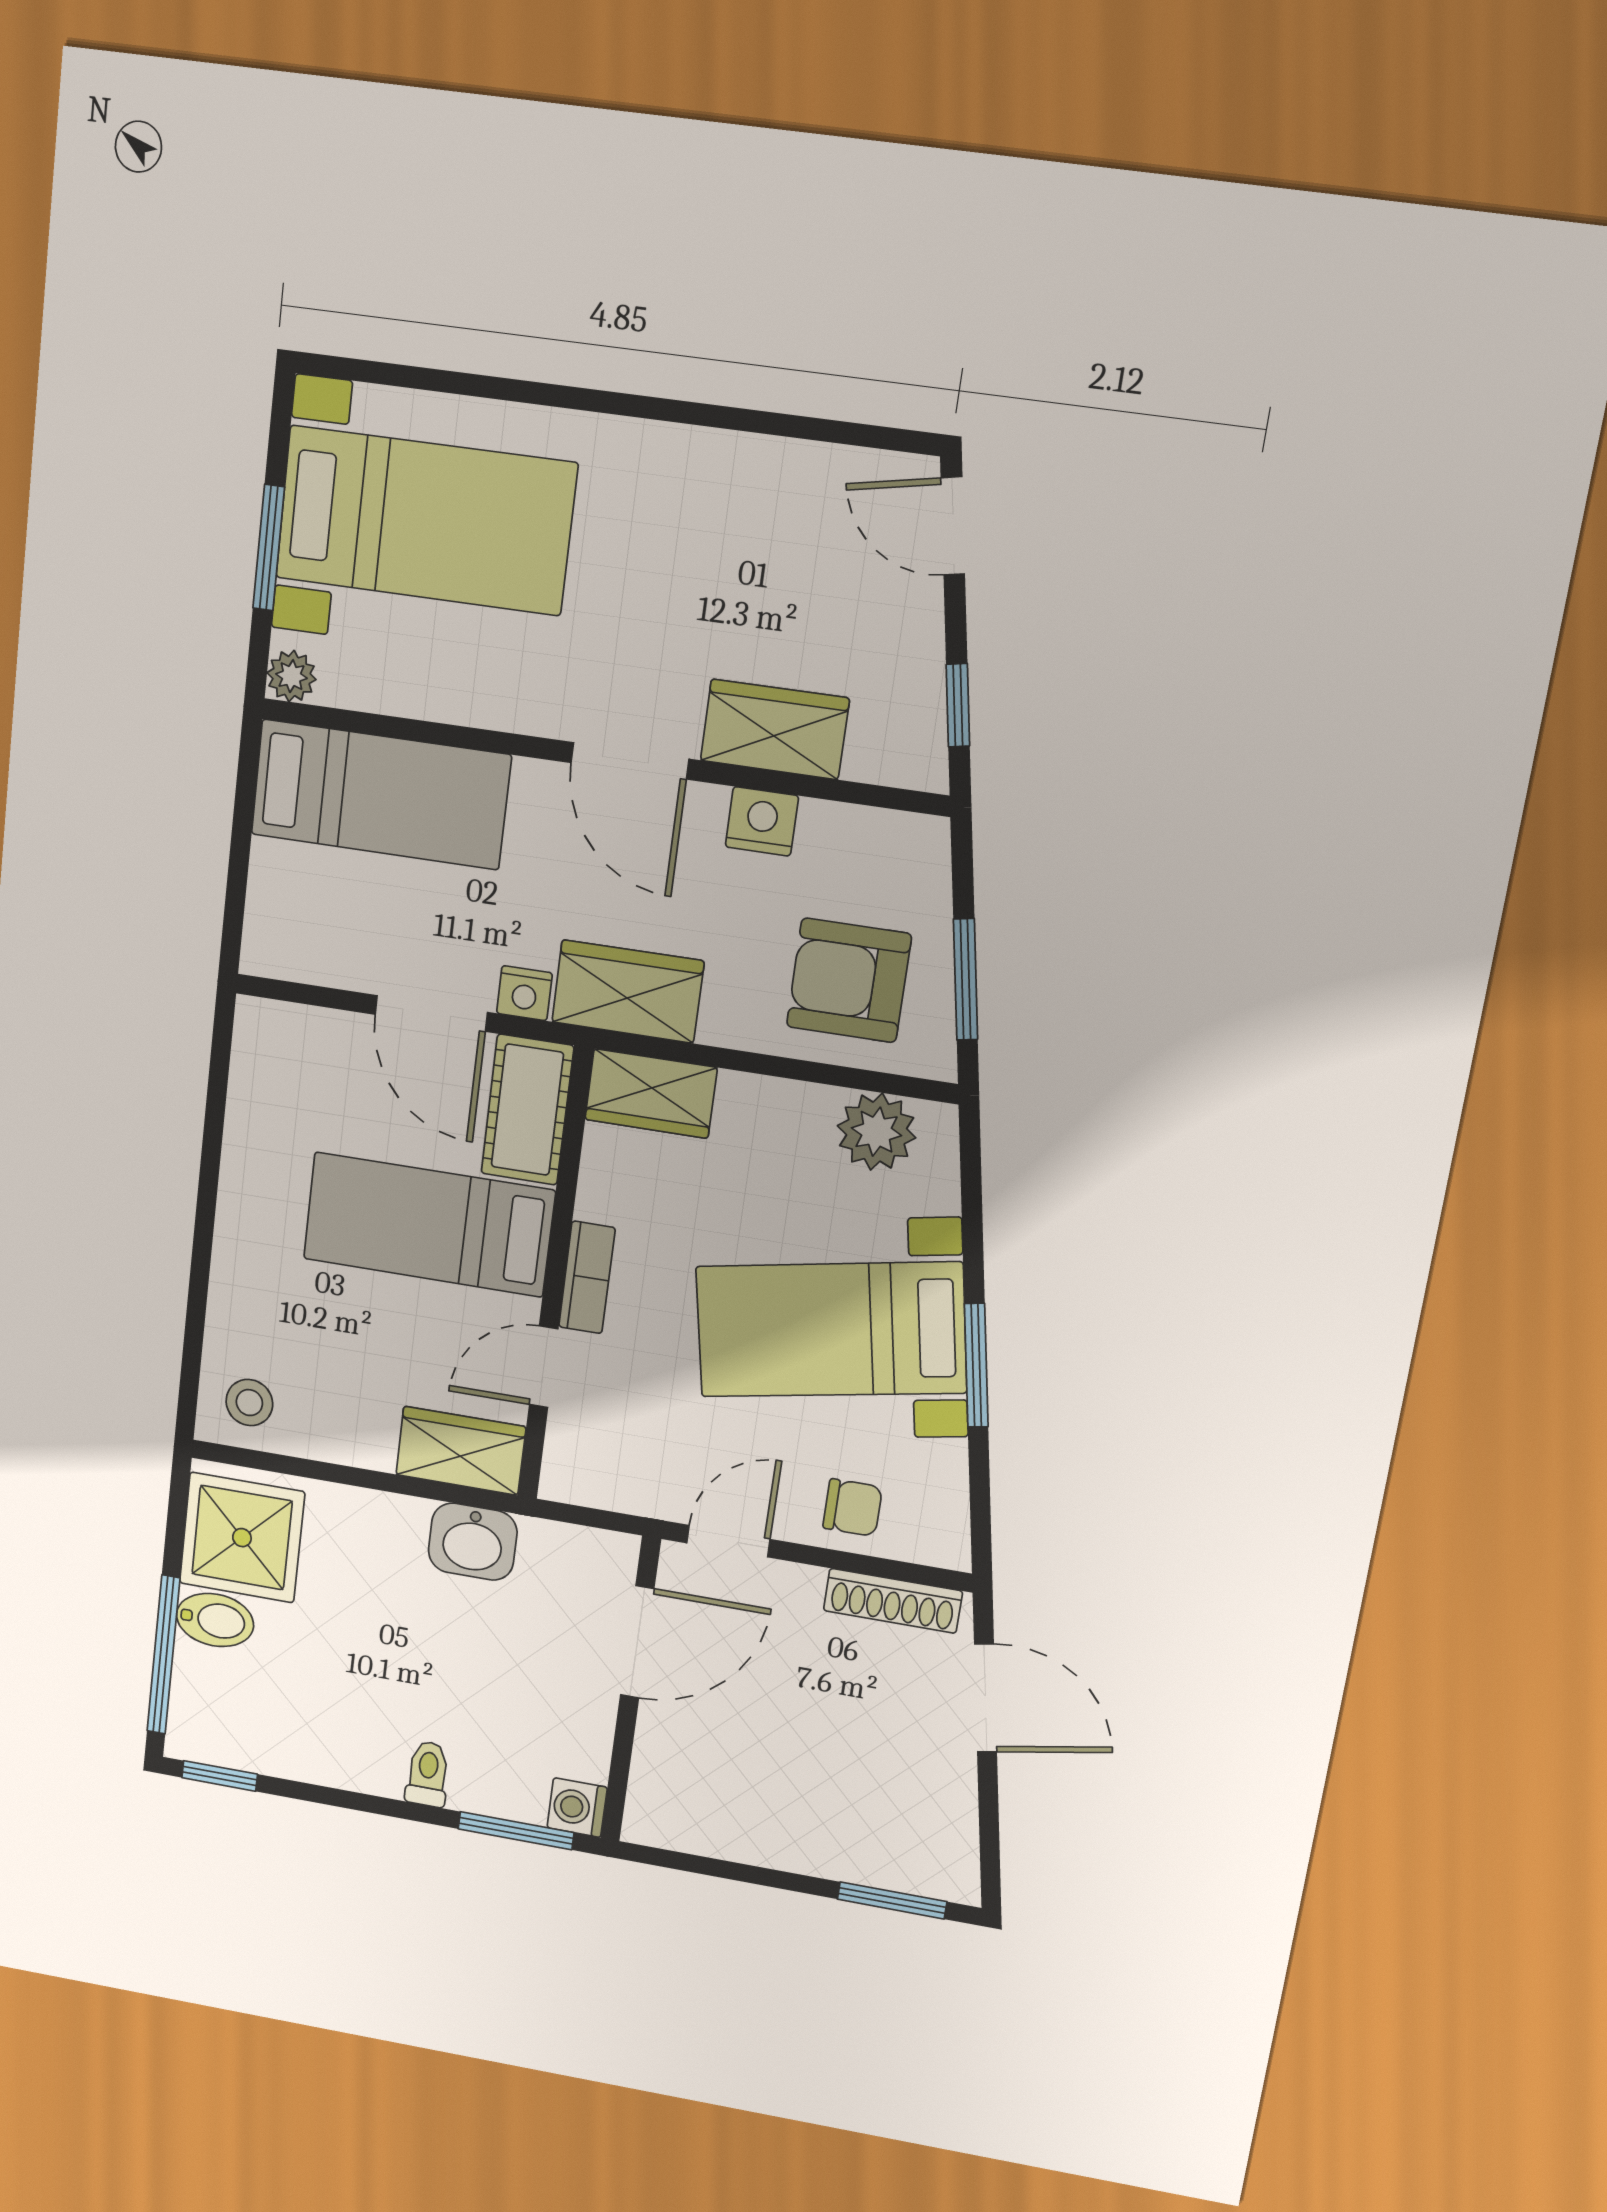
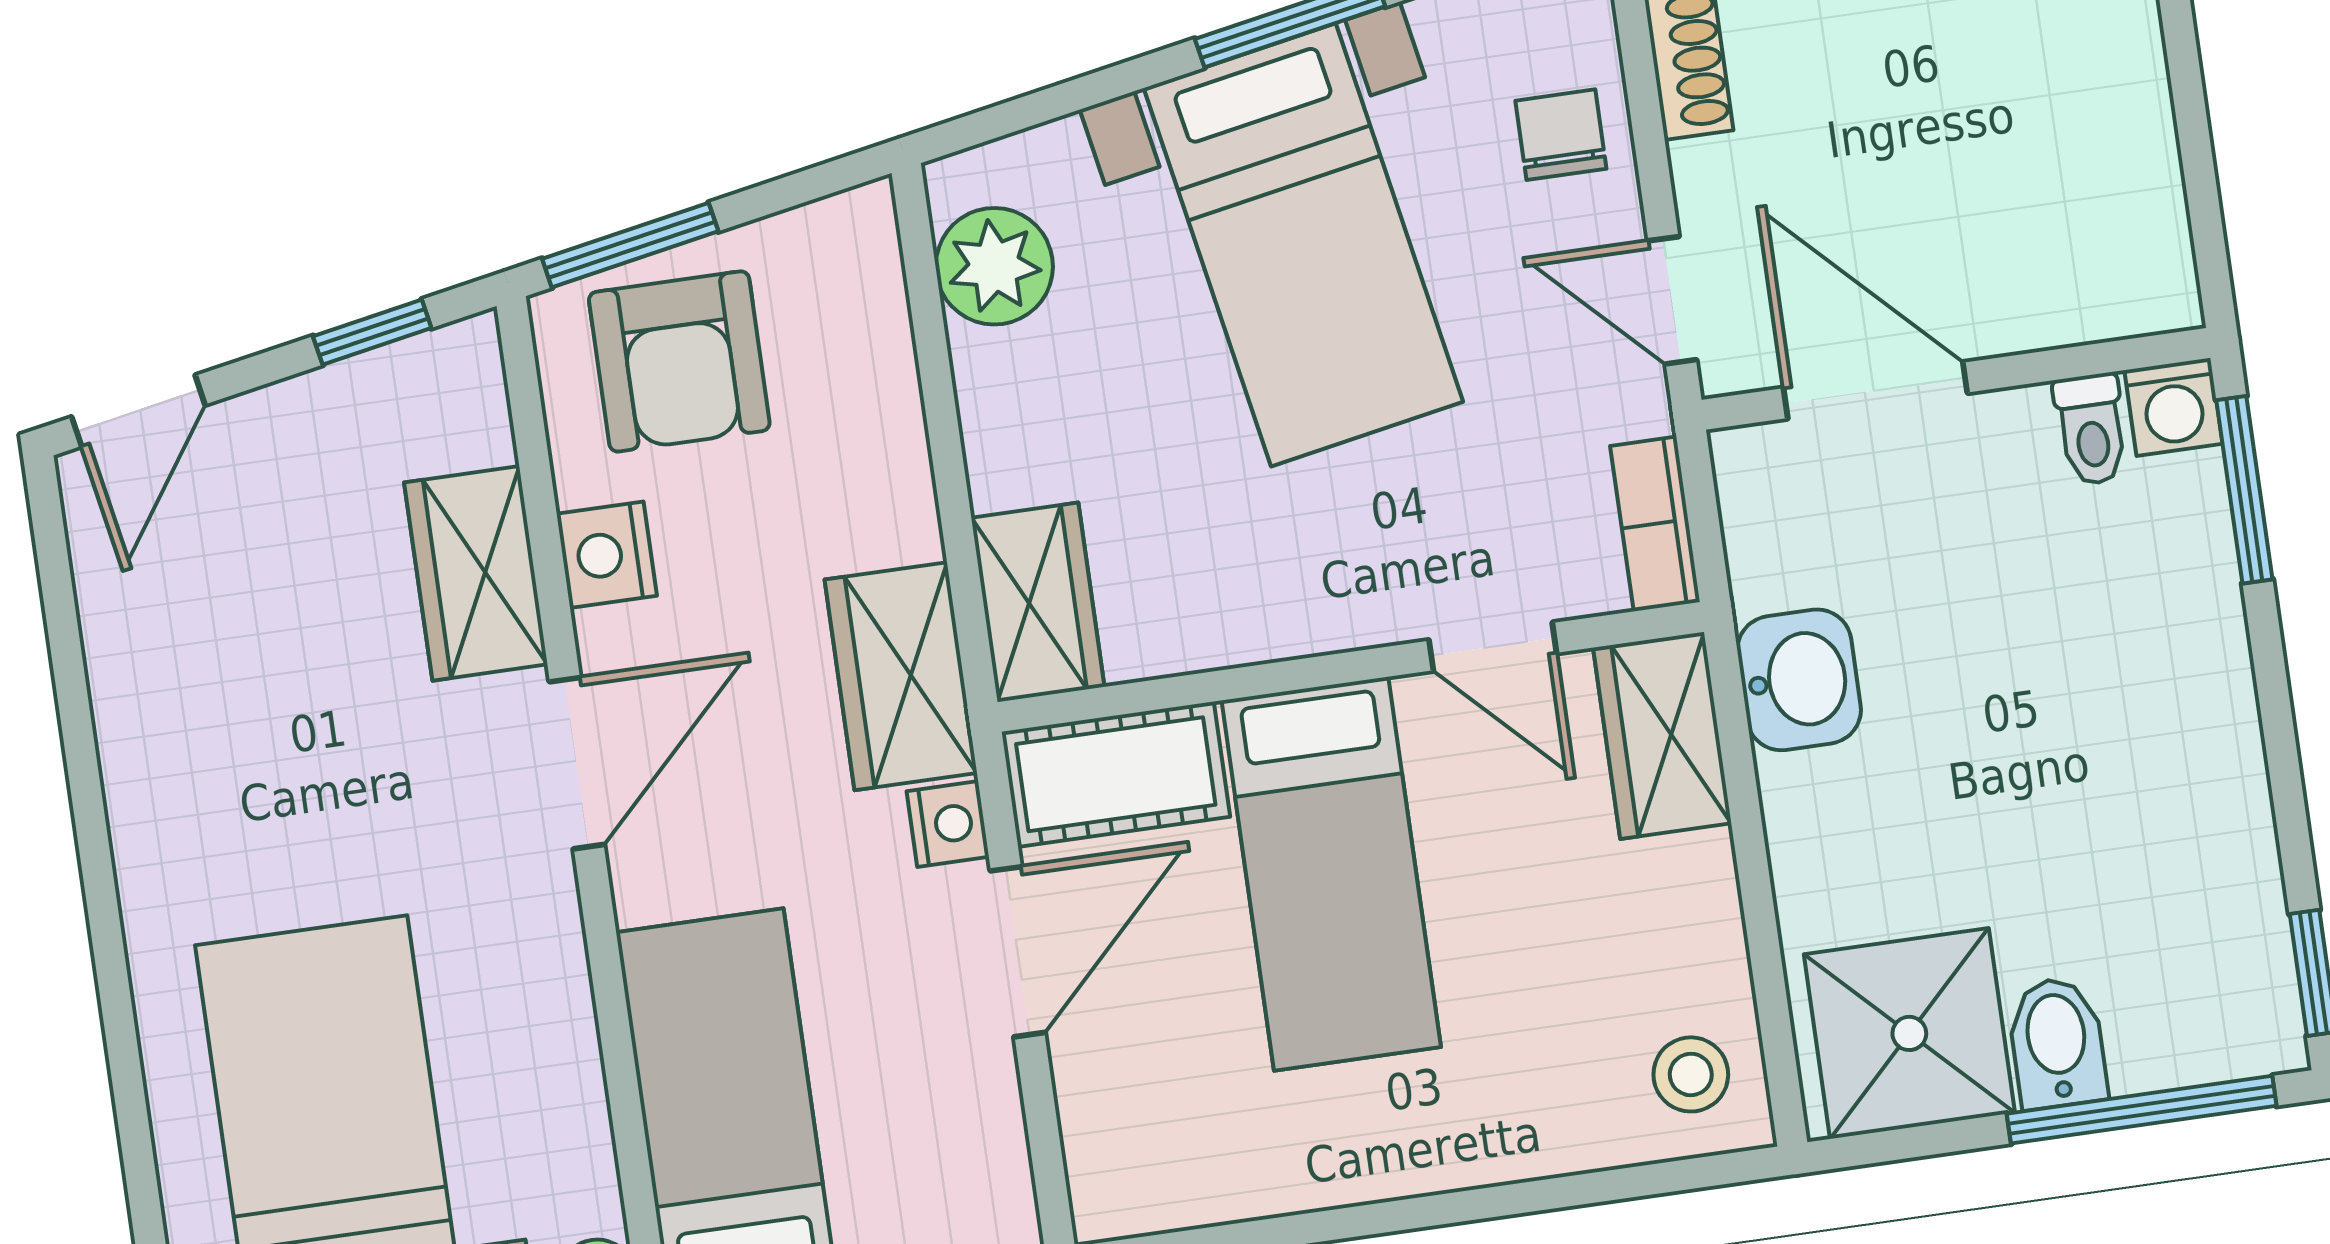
window: (965, 979) -> (630, 245), moved
armchair: (849, 980) -> (679, 361), moved
bookcase: (587, 1277) -> (1655, 524), moved, turned -90
toilet: (428, 1774) -> (2091, 429), moved, turned -90

